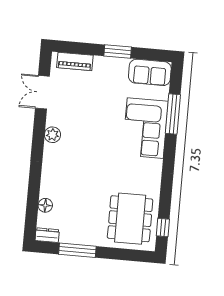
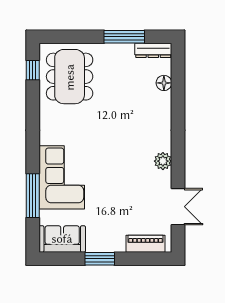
dresser: (47, 235) -> (153, 50), width x1.44

